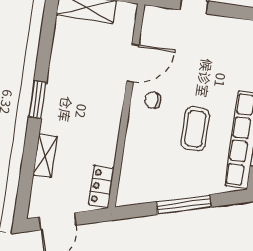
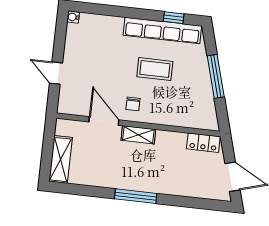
window: (38, 100) -> (136, 196), width x1.44
shelving: (45, 156) -> (138, 135), moved

